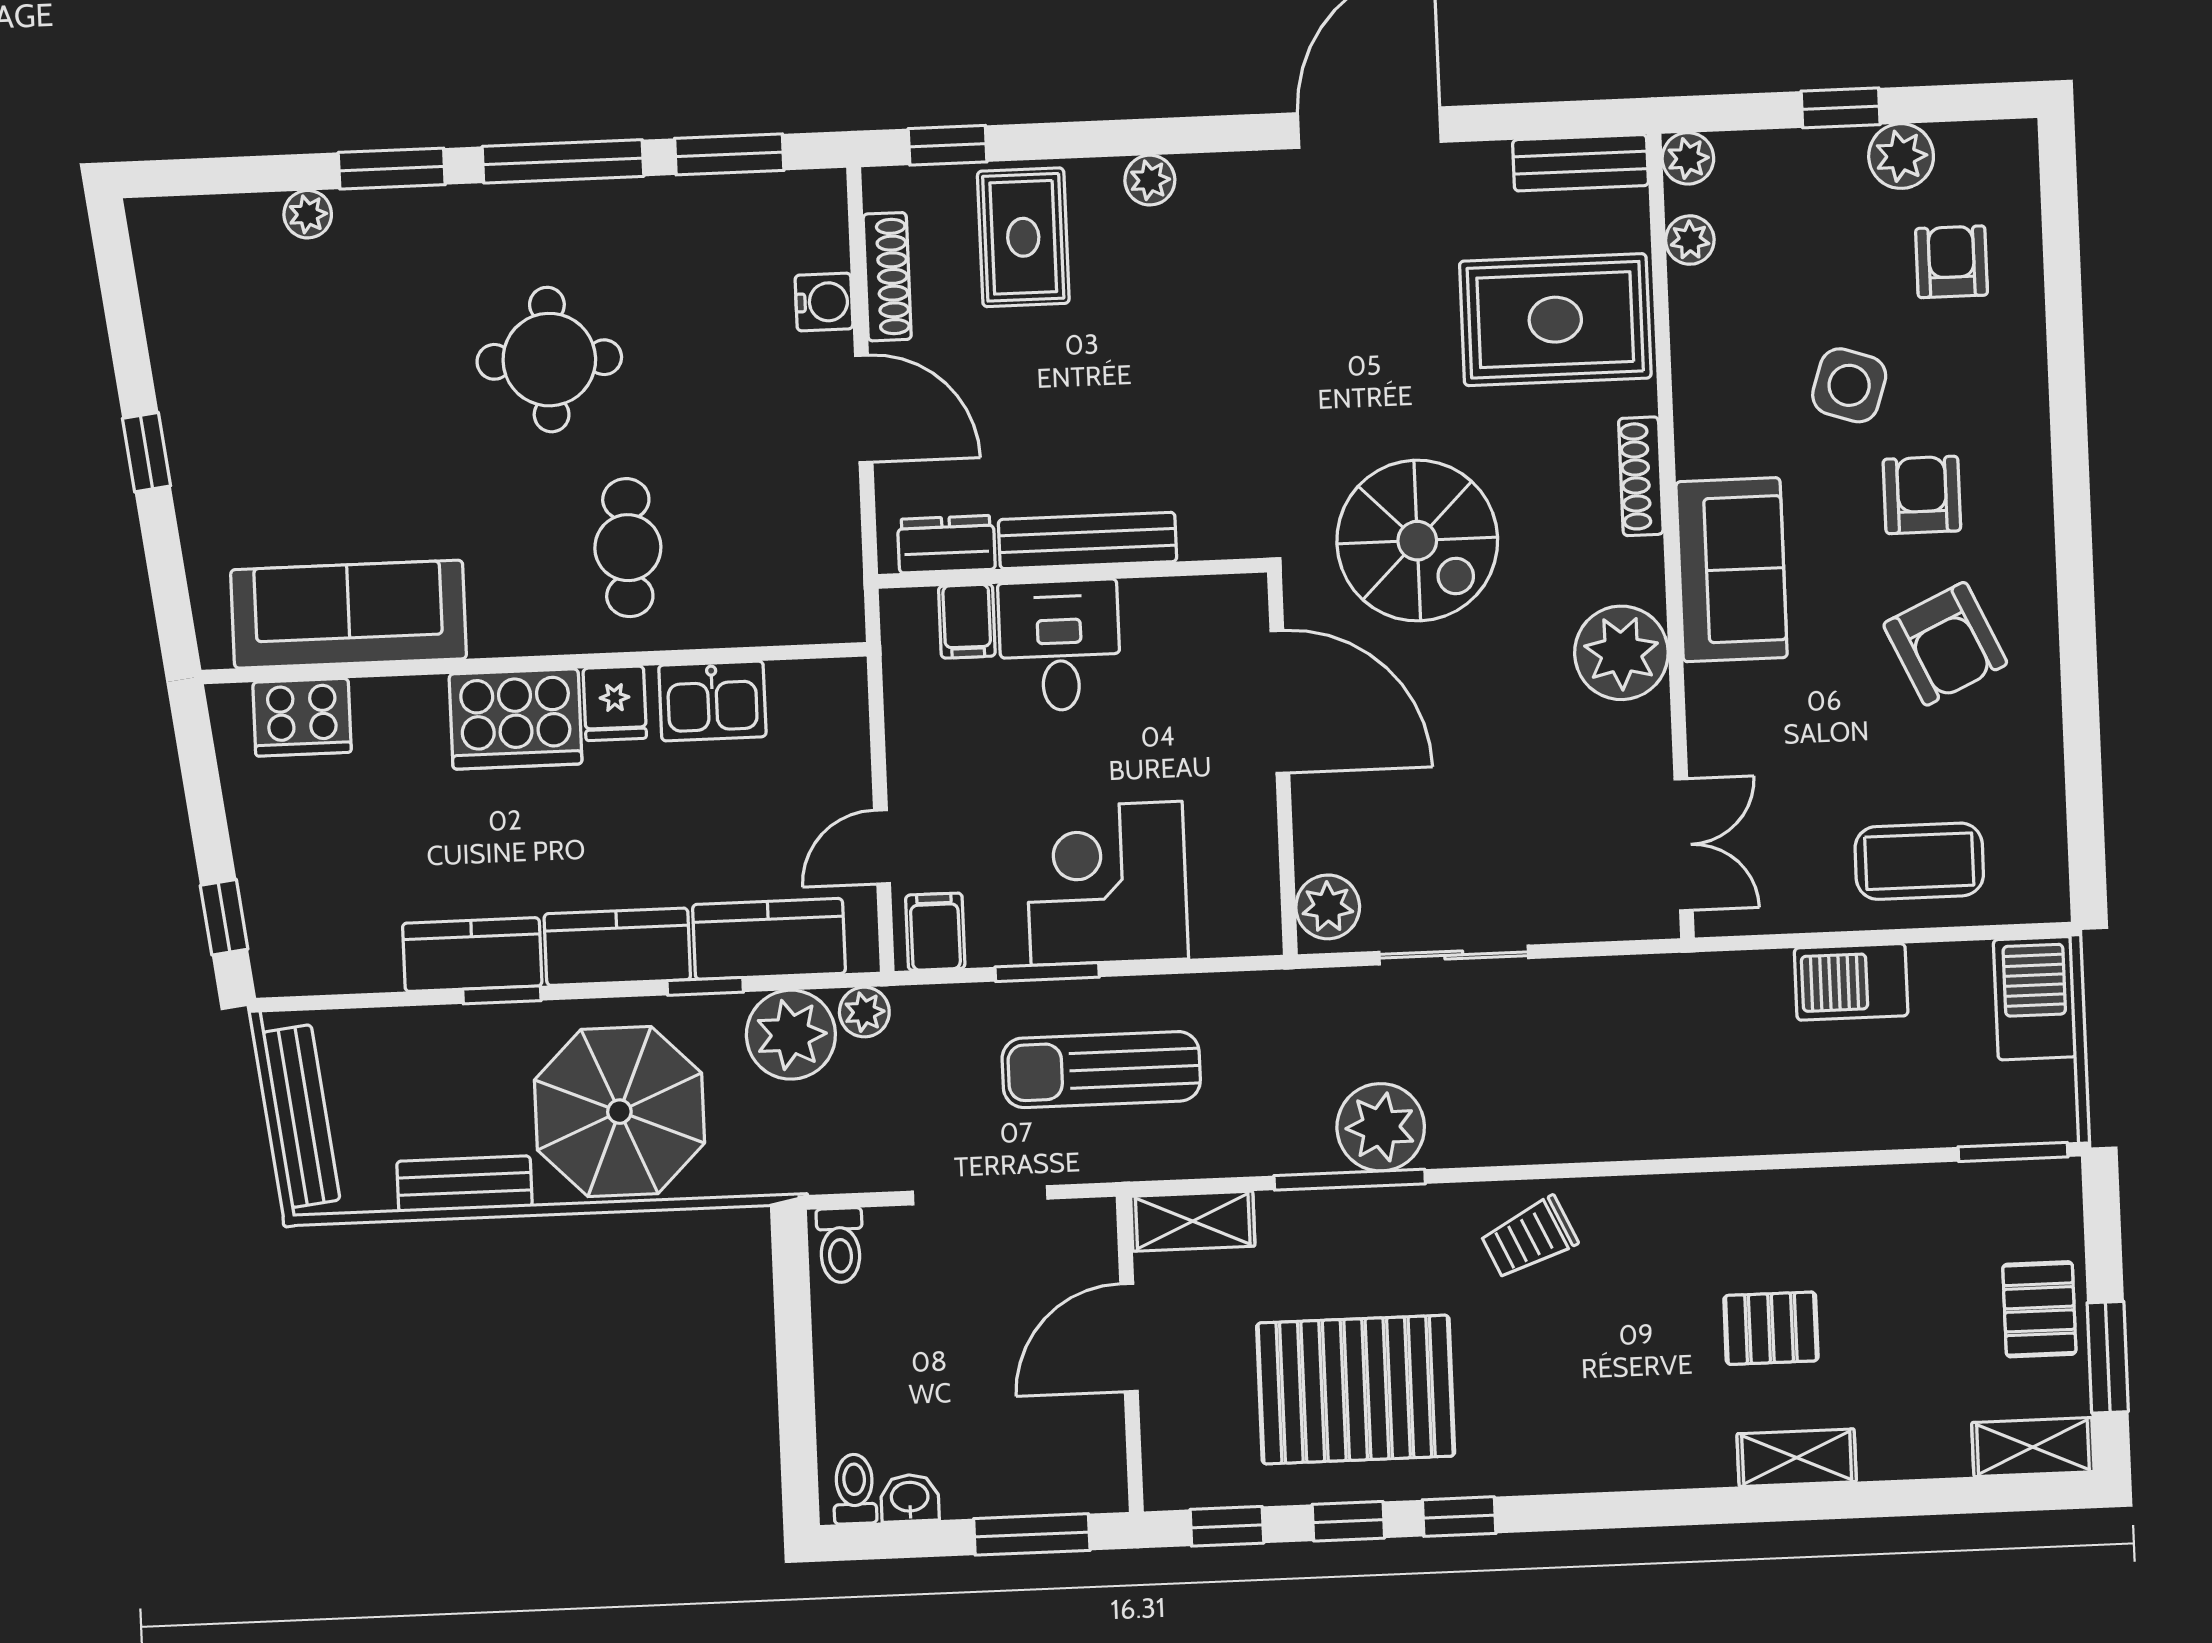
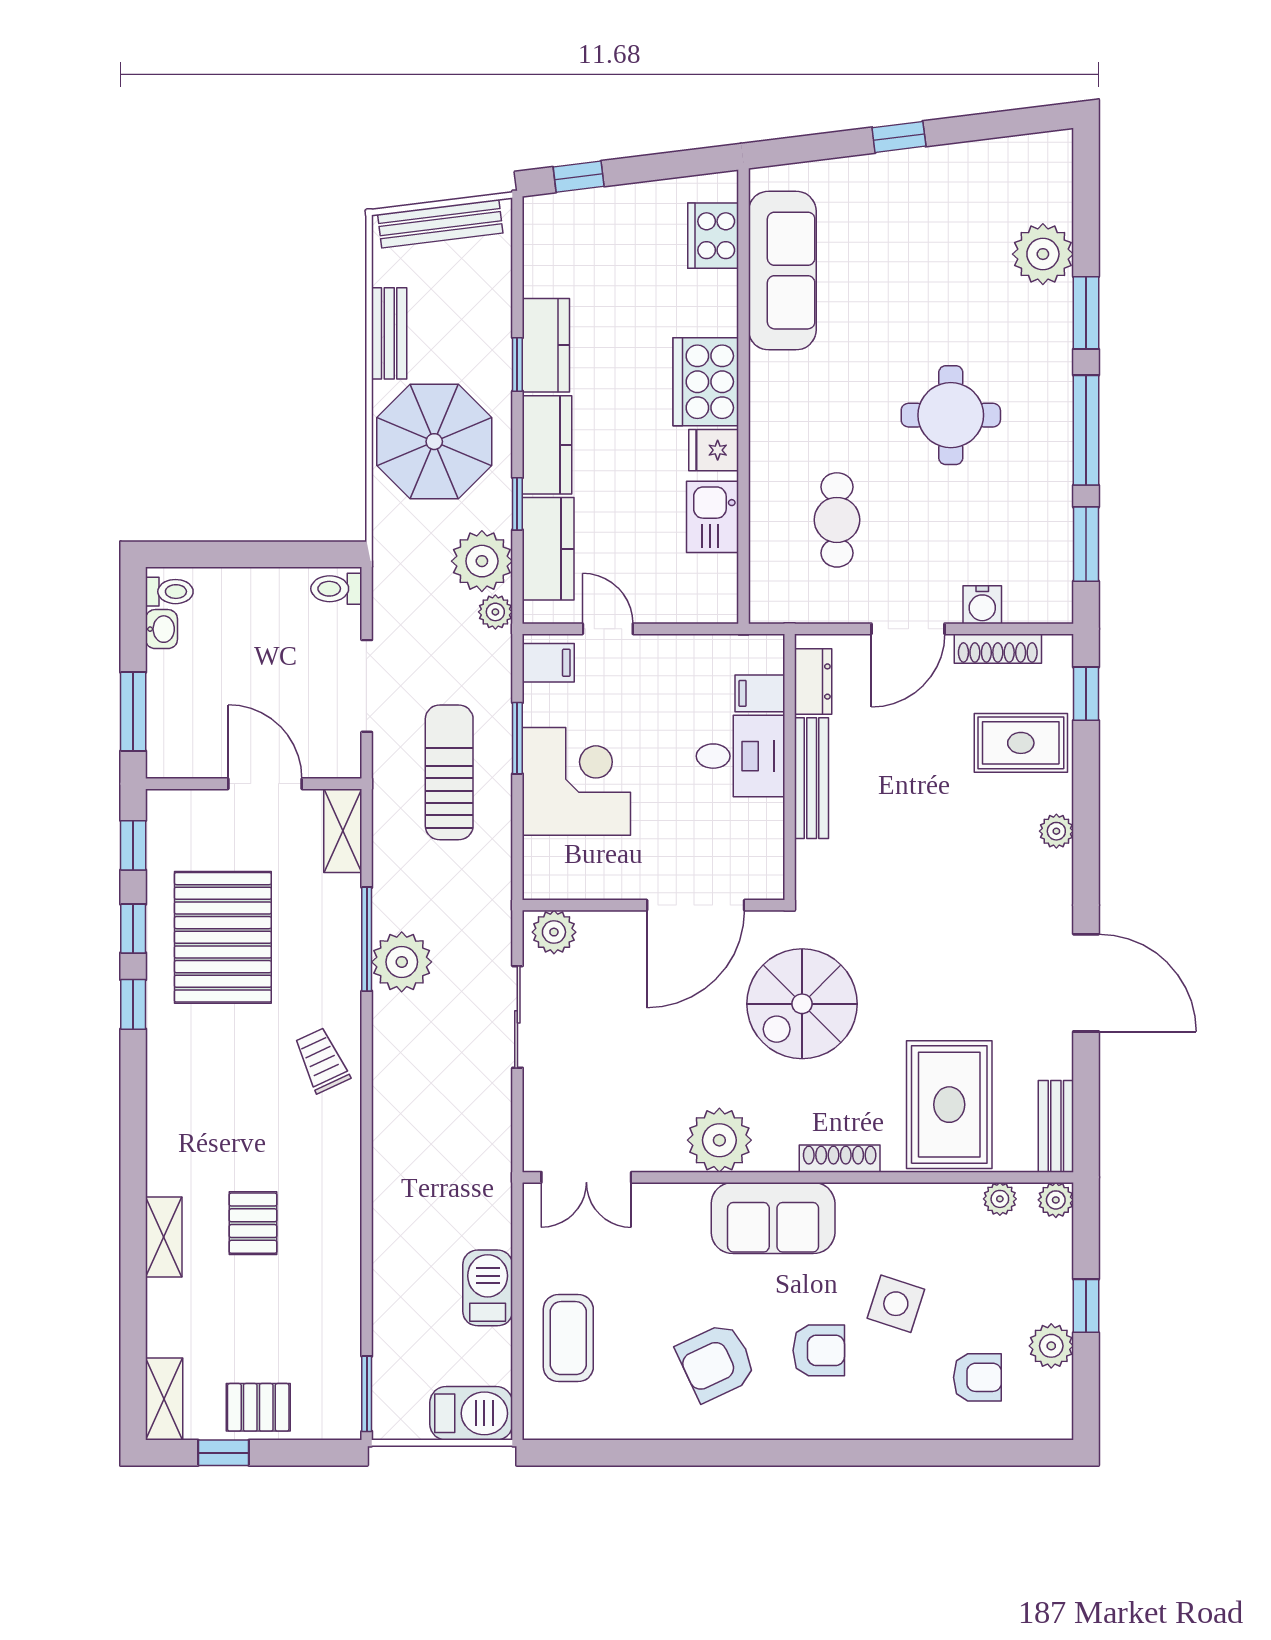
plant: (308, 214) -> (1043, 254), width x1.87, depth x1.87
cafe table: (628, 548) -> (837, 520), moved, turned 90
window: (2108, 1357) -> (224, 1453), width x0.67

